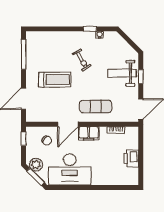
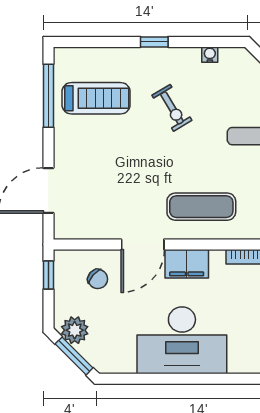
window: (90, 29) -> (154, 42), moved
treadmill: (55, 80) -> (96, 98), moved
desk: (70, 169) -> (182, 340), moved

